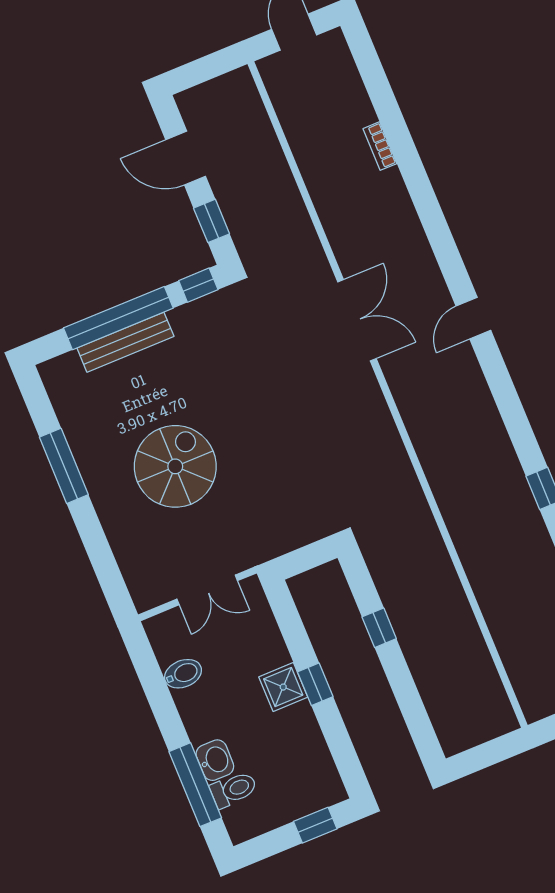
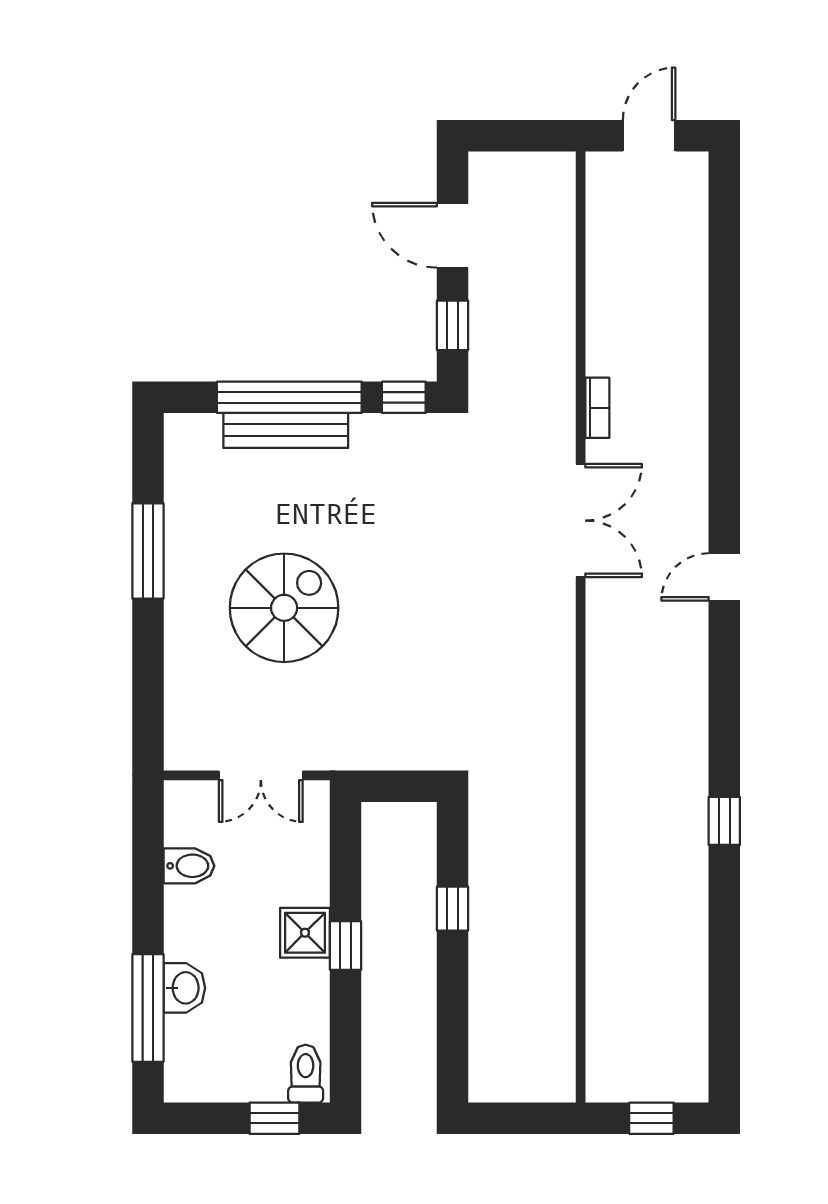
bookcase: (380, 146) -> (597, 408), moved, turned 180
toilet: (234, 789) -> (306, 1074), moved, turned -90

